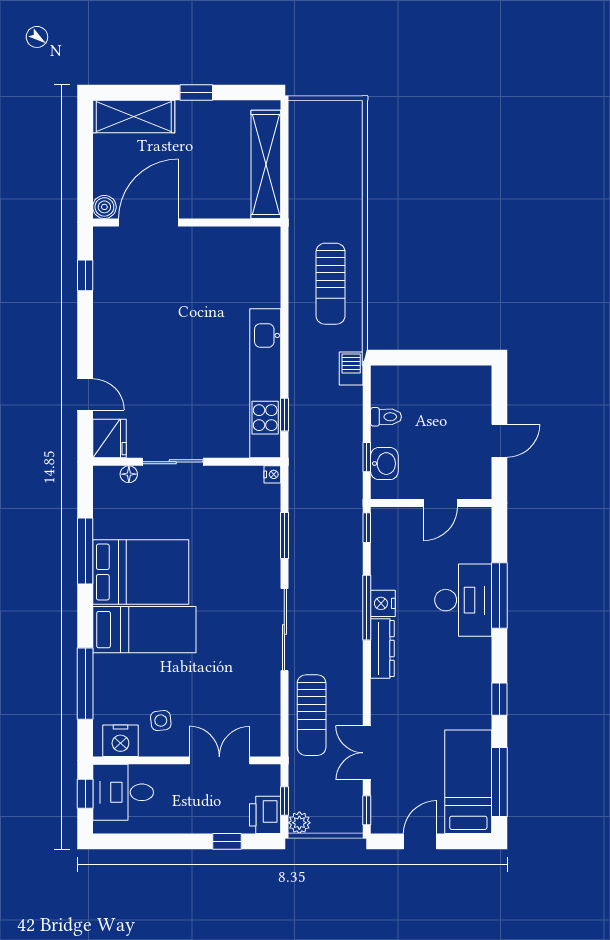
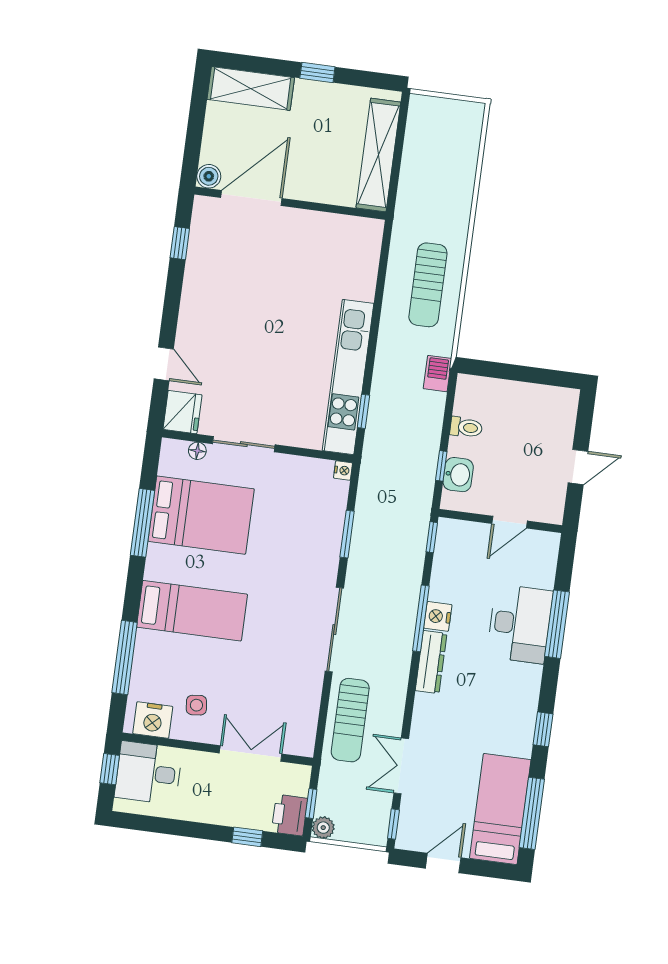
bed: (141, 572) -> (201, 515), moved

